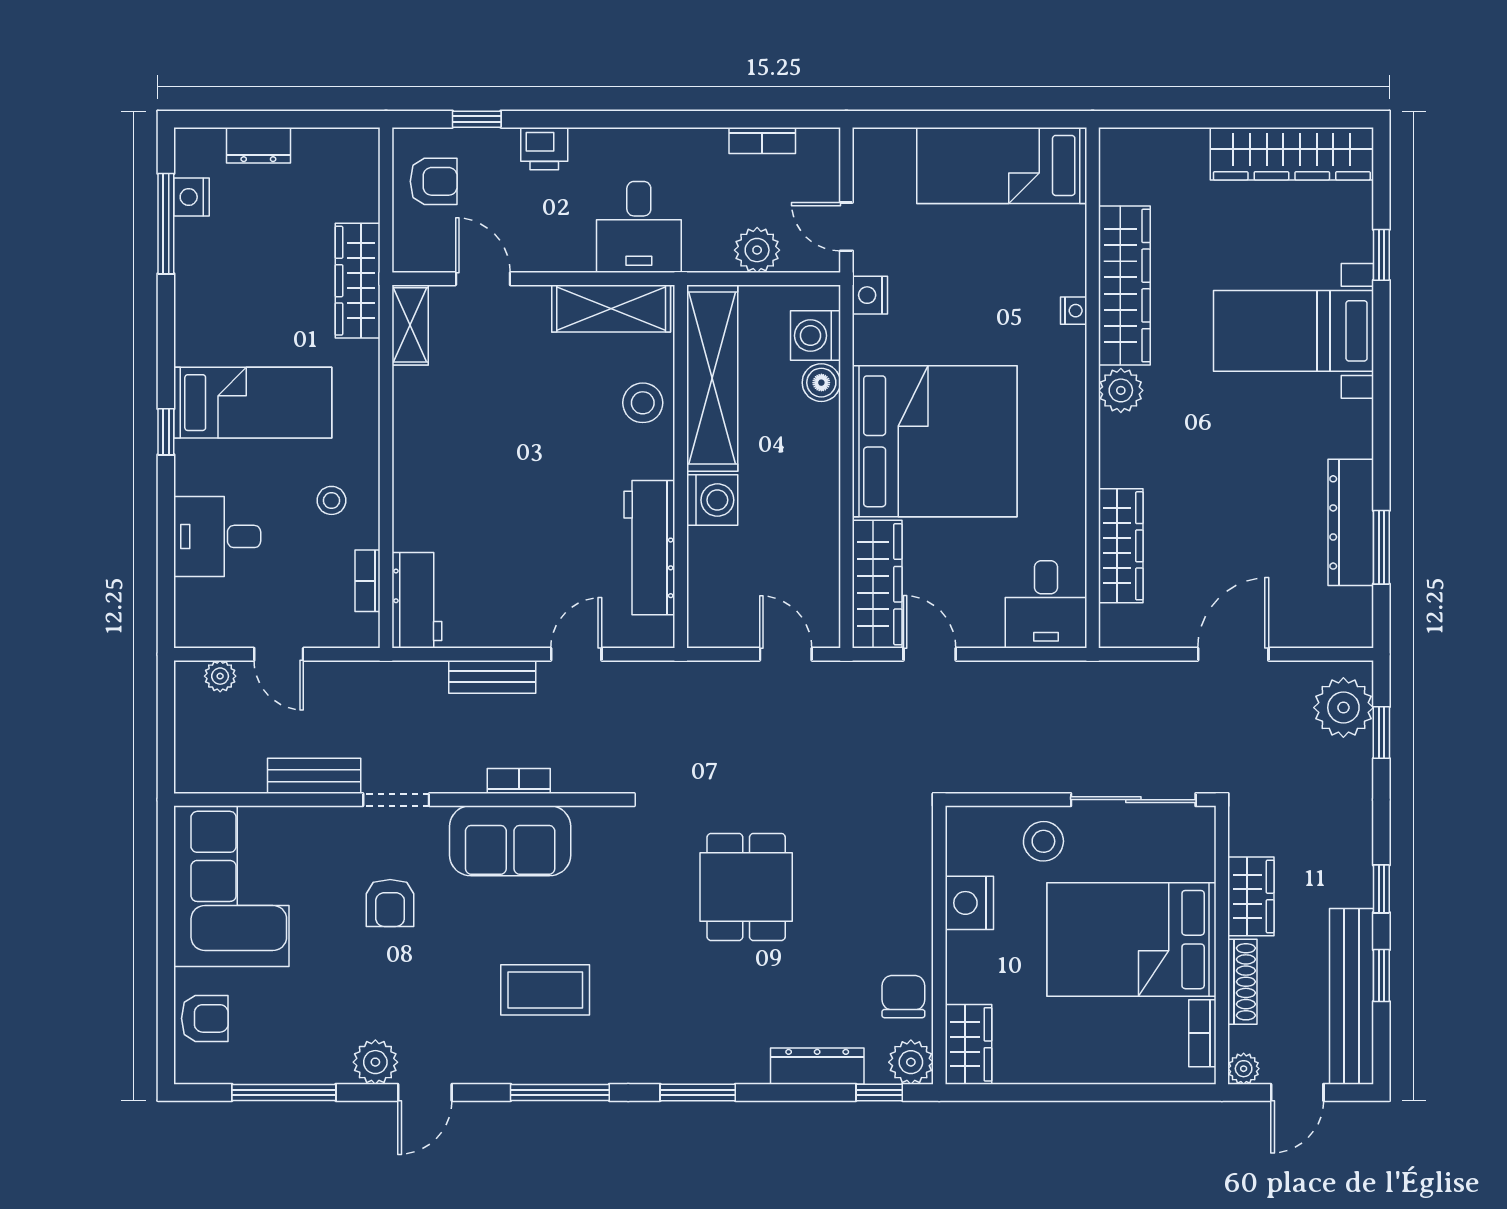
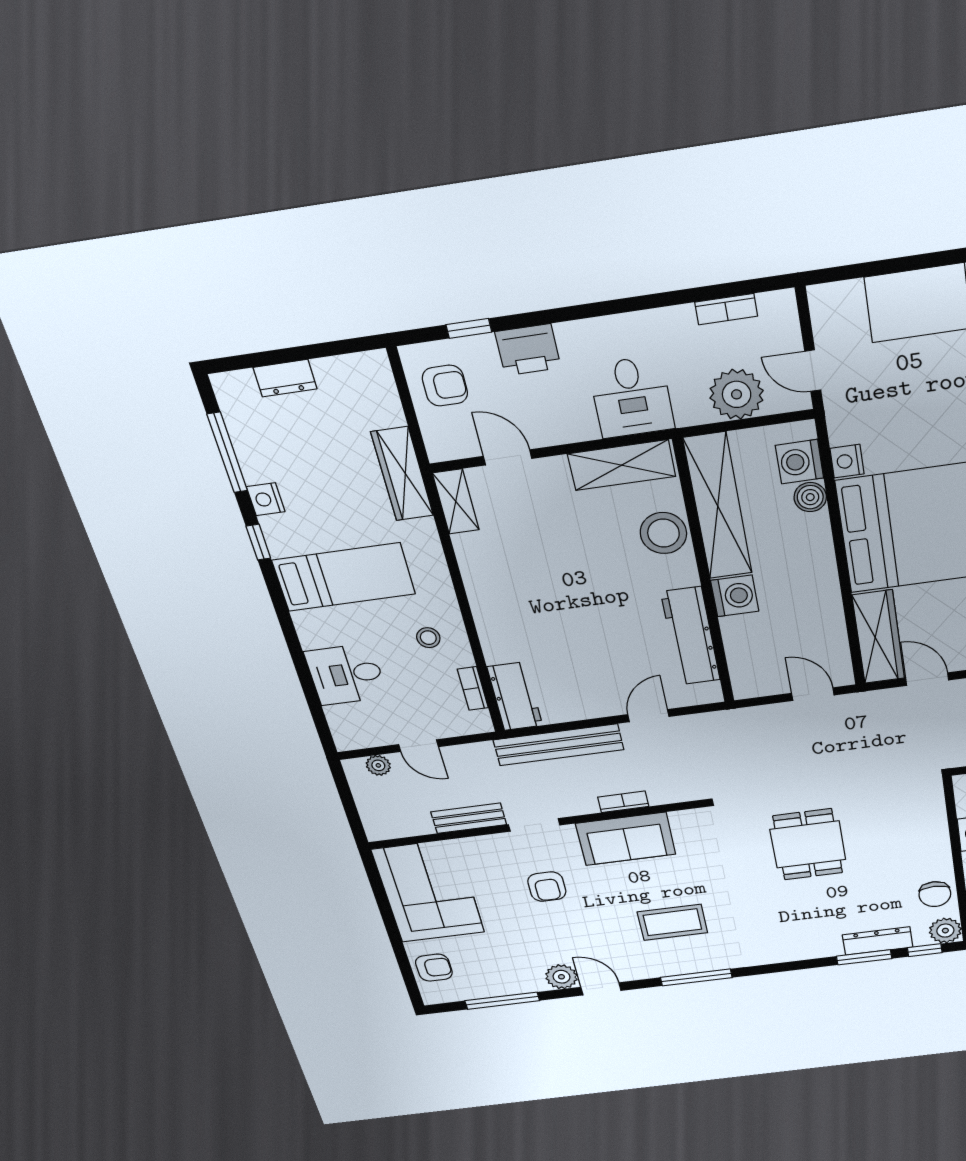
printer: (544, 149) -> (528, 350), width x1.36, depth x1.24
nightstand: (191, 197) -> (266, 499), moved
plant: (757, 250) -> (737, 394), width x1.36, depth x1.36
nightstand: (870, 295) -> (847, 461), moved
stool: (643, 403) -> (663, 533), width x1.38, depth x1.38
window: (166, 432) -> (258, 542), moved
bench: (492, 677) -> (559, 745), width x1.86, depth x1.21
chair: (903, 997) -> (935, 894), turned 180
door: (425, 1092) -> (601, 989), swing flipped
window: (698, 1092) -> (864, 957), moved

